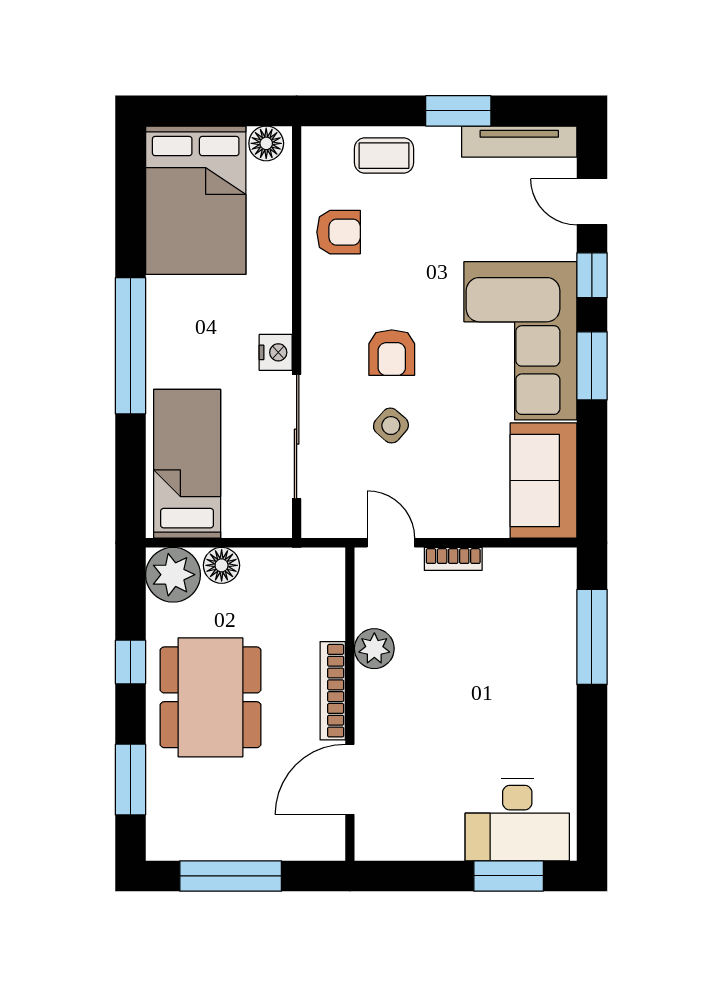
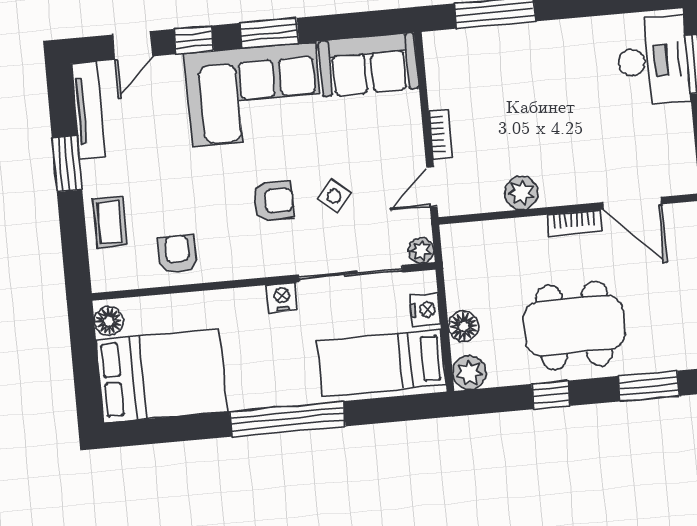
nightstand: (245, 521) -> (425, 310), added
plant: (316, 523) -> (421, 250), added
plant: (173, 575) -> (469, 373), width x0.73, depth x0.73
bookcase: (333, 691) -> (574, 223), width x0.64

